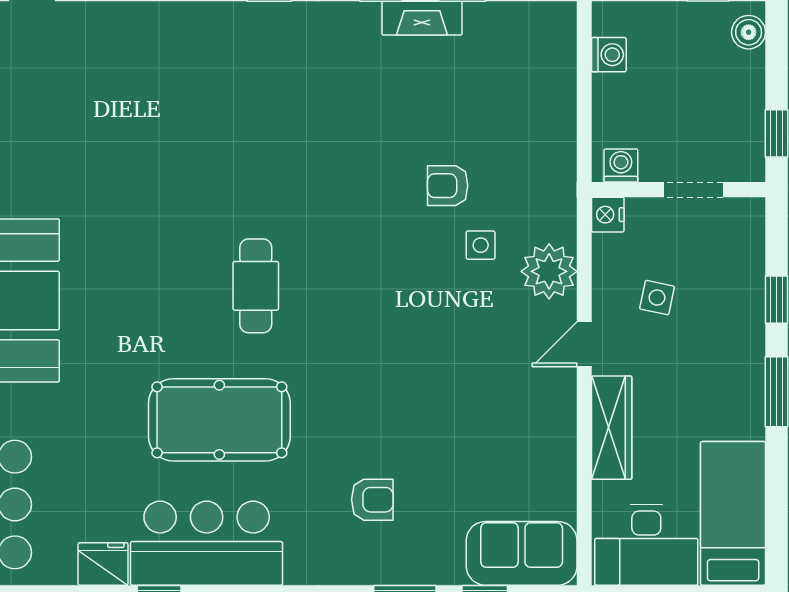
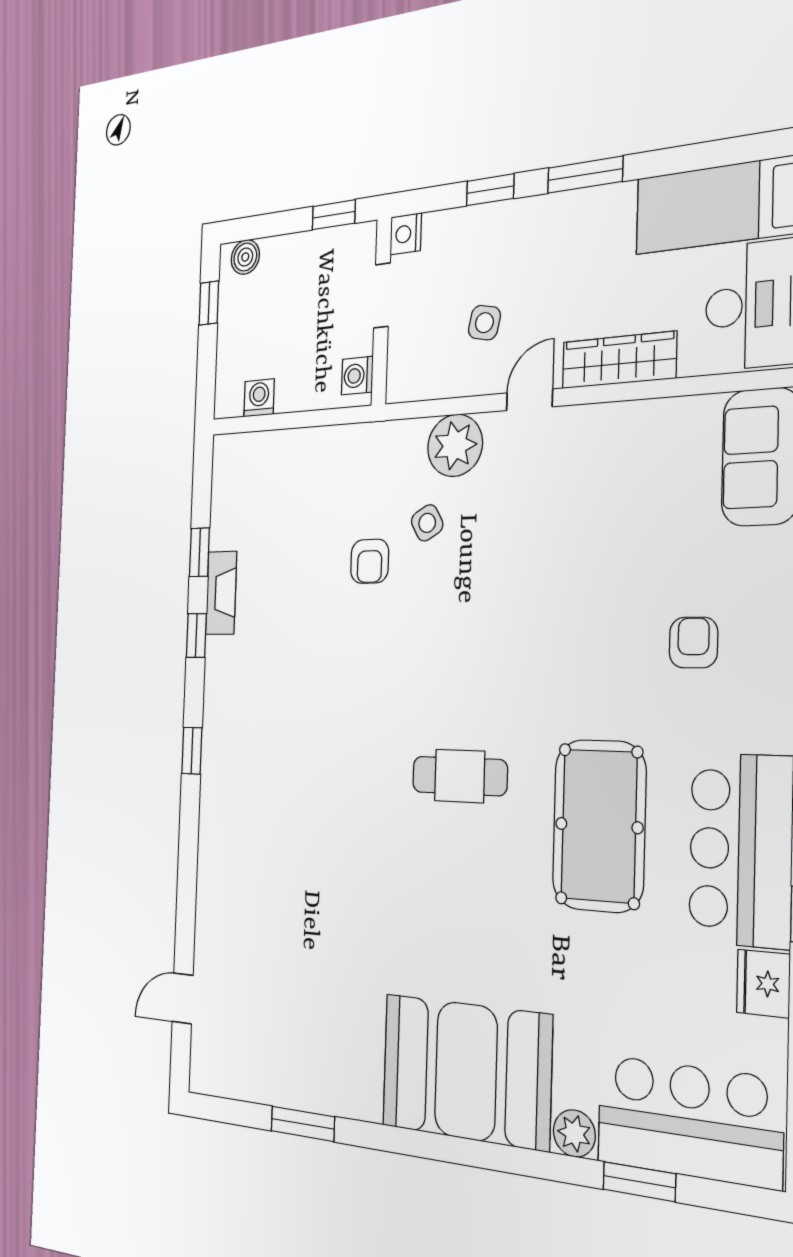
nightstand: (608, 215) -> (406, 234), moved, turned 90
side table: (481, 245) -> (427, 523), turned -30
door: (584, 344) -> (529, 400), swing flipped

